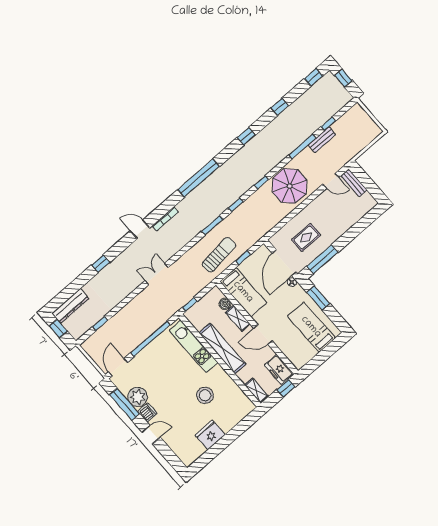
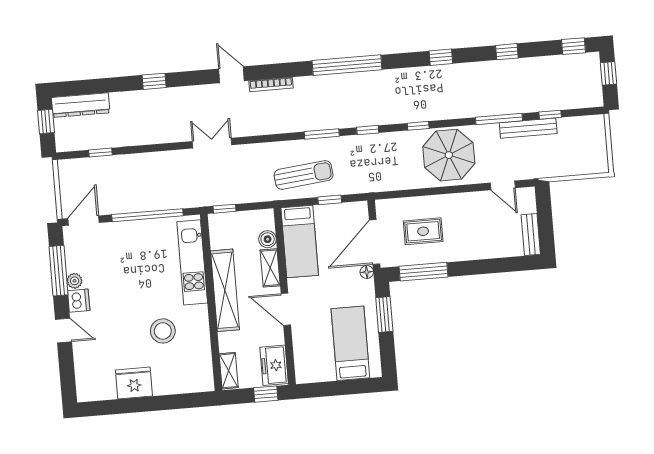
bench: (322, 140) -> (528, 128), width x1.36
bench: (354, 183) -> (531, 235), moved
plant: (138, 397) -> (75, 281), width x0.53, depth x0.53

